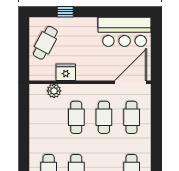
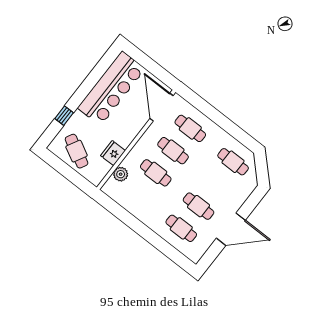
bar counter: (125, 32) -> (111, 88), width x1.36

